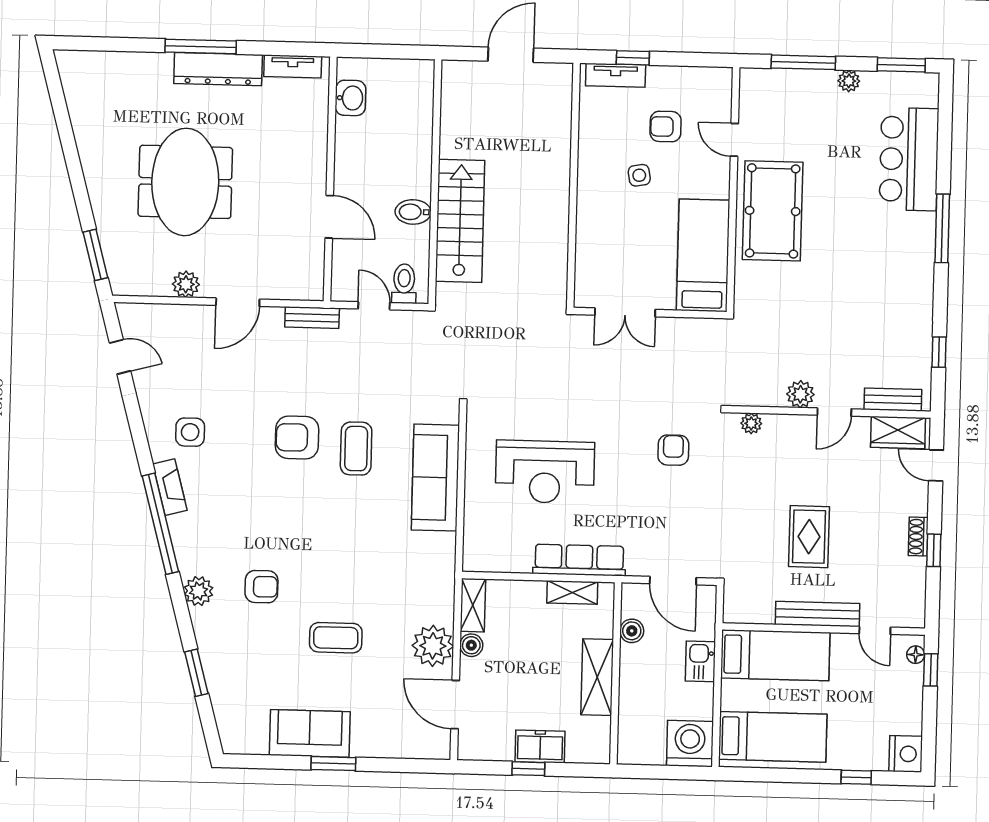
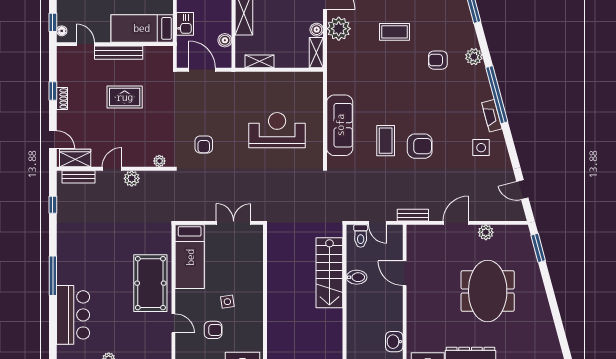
rug: (809, 537) -> (125, 97), turned 90
row of seats: (579, 560) -> (256, 80), removed

